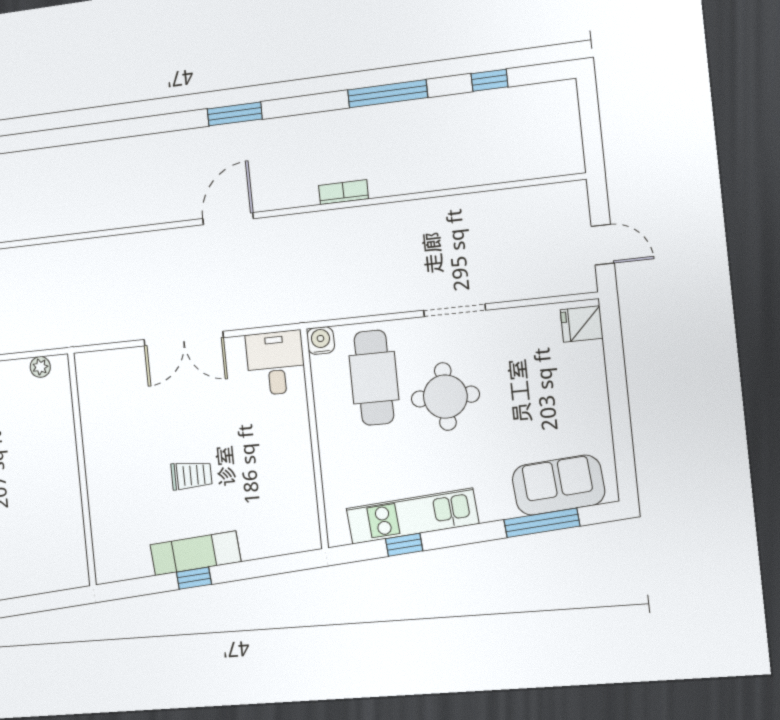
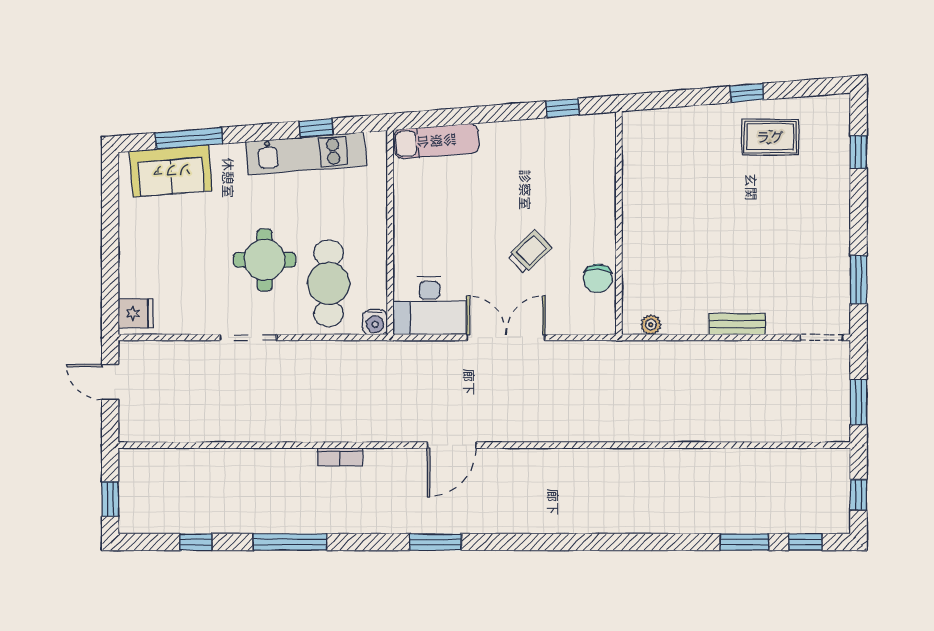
window: (590, 115) -> (110, 499), added
desk: (276, 363) -> (430, 306), width x1.37
chair: (97, 410) -> (598, 278), added
trolley: (191, 475) -> (529, 252), moved, turned 136
exam couch: (195, 553) -> (436, 141), moved
window: (194, 578) -> (563, 108), moved

